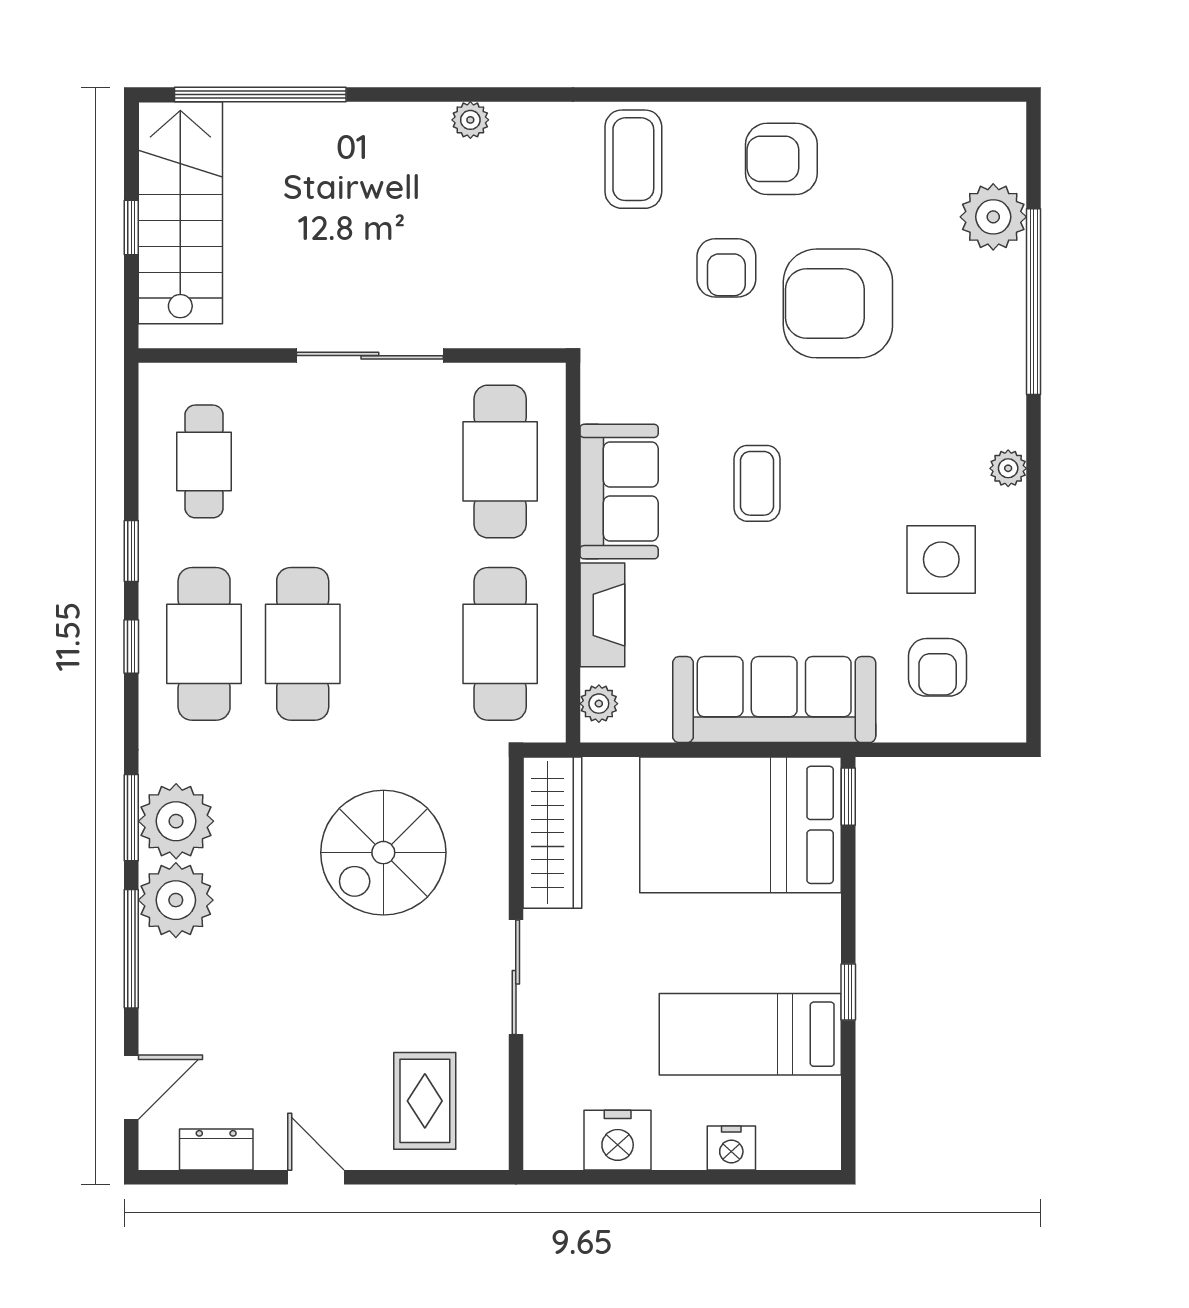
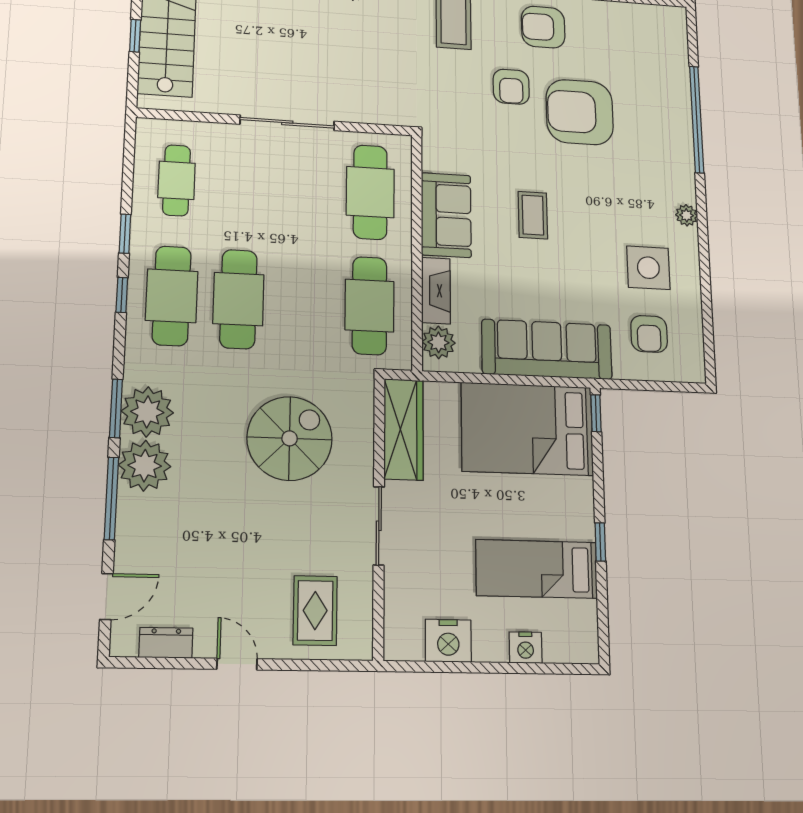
plant: (993, 217) -> (670, 69), removed
plant: (599, 704) -> (439, 342), width x1.38, depth x1.38
spiral stairs: (383, 853) -> (290, 438), turned 180

